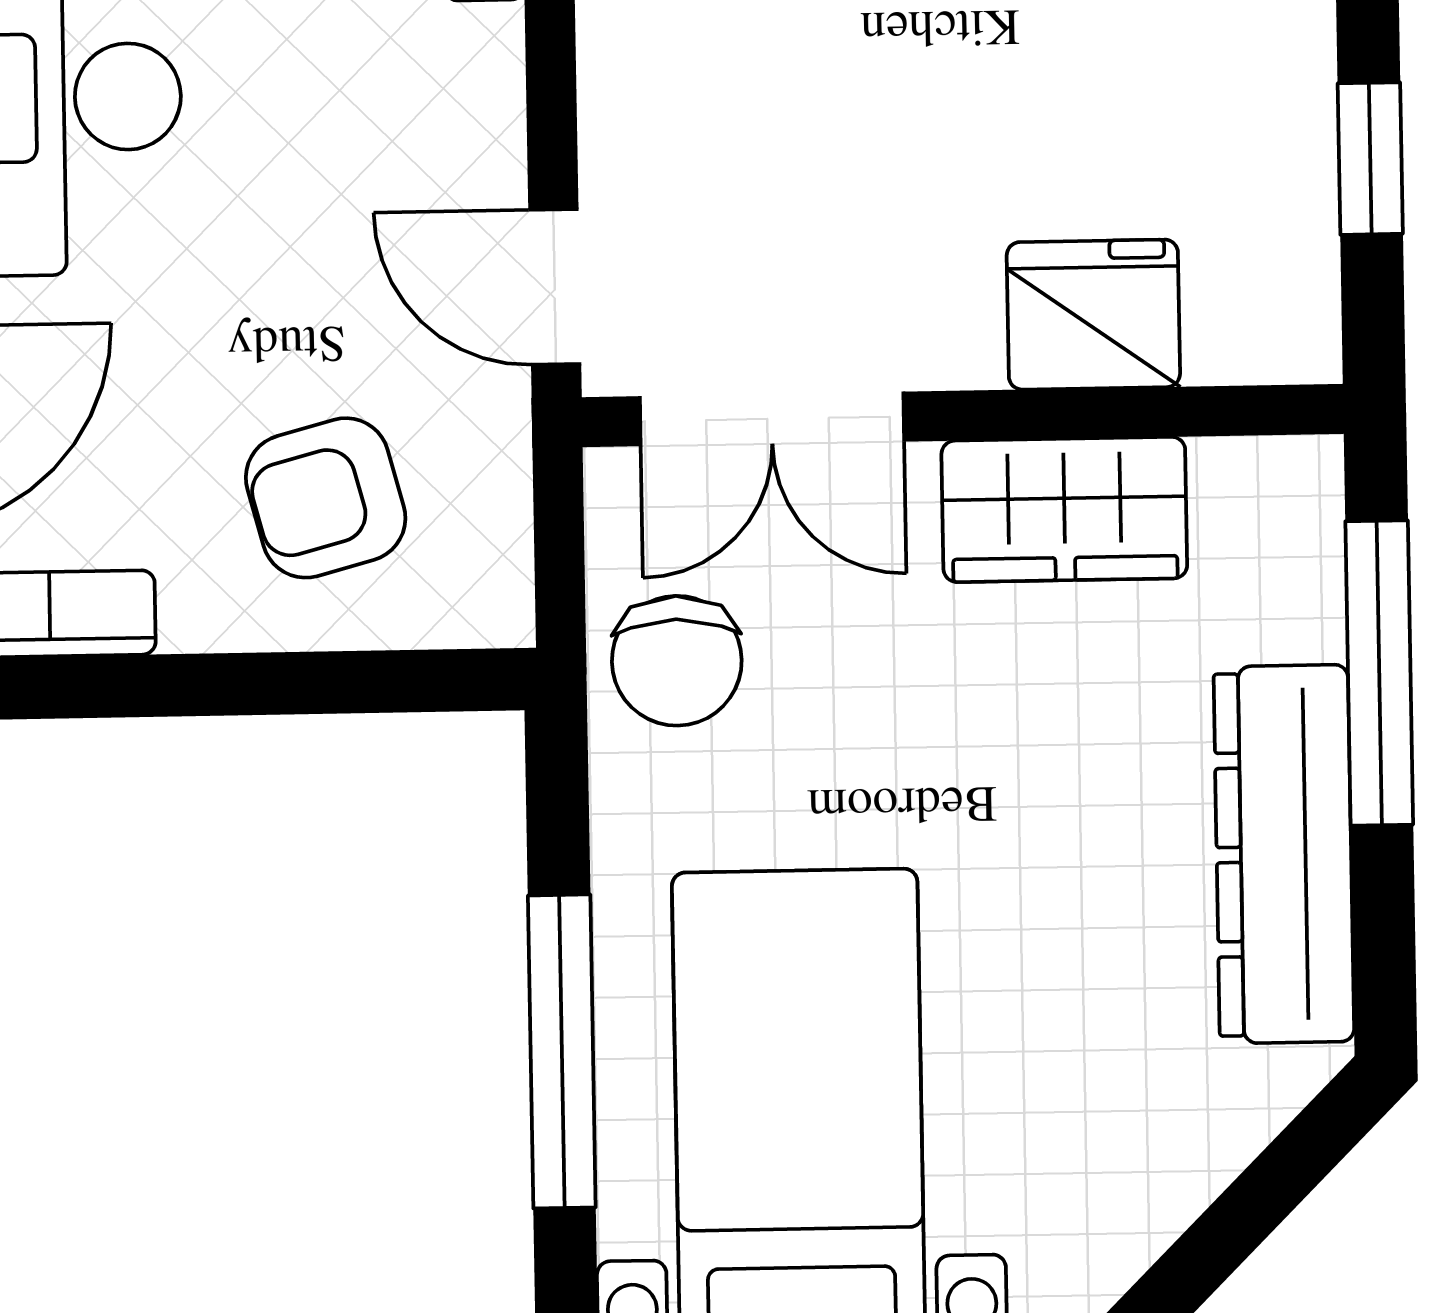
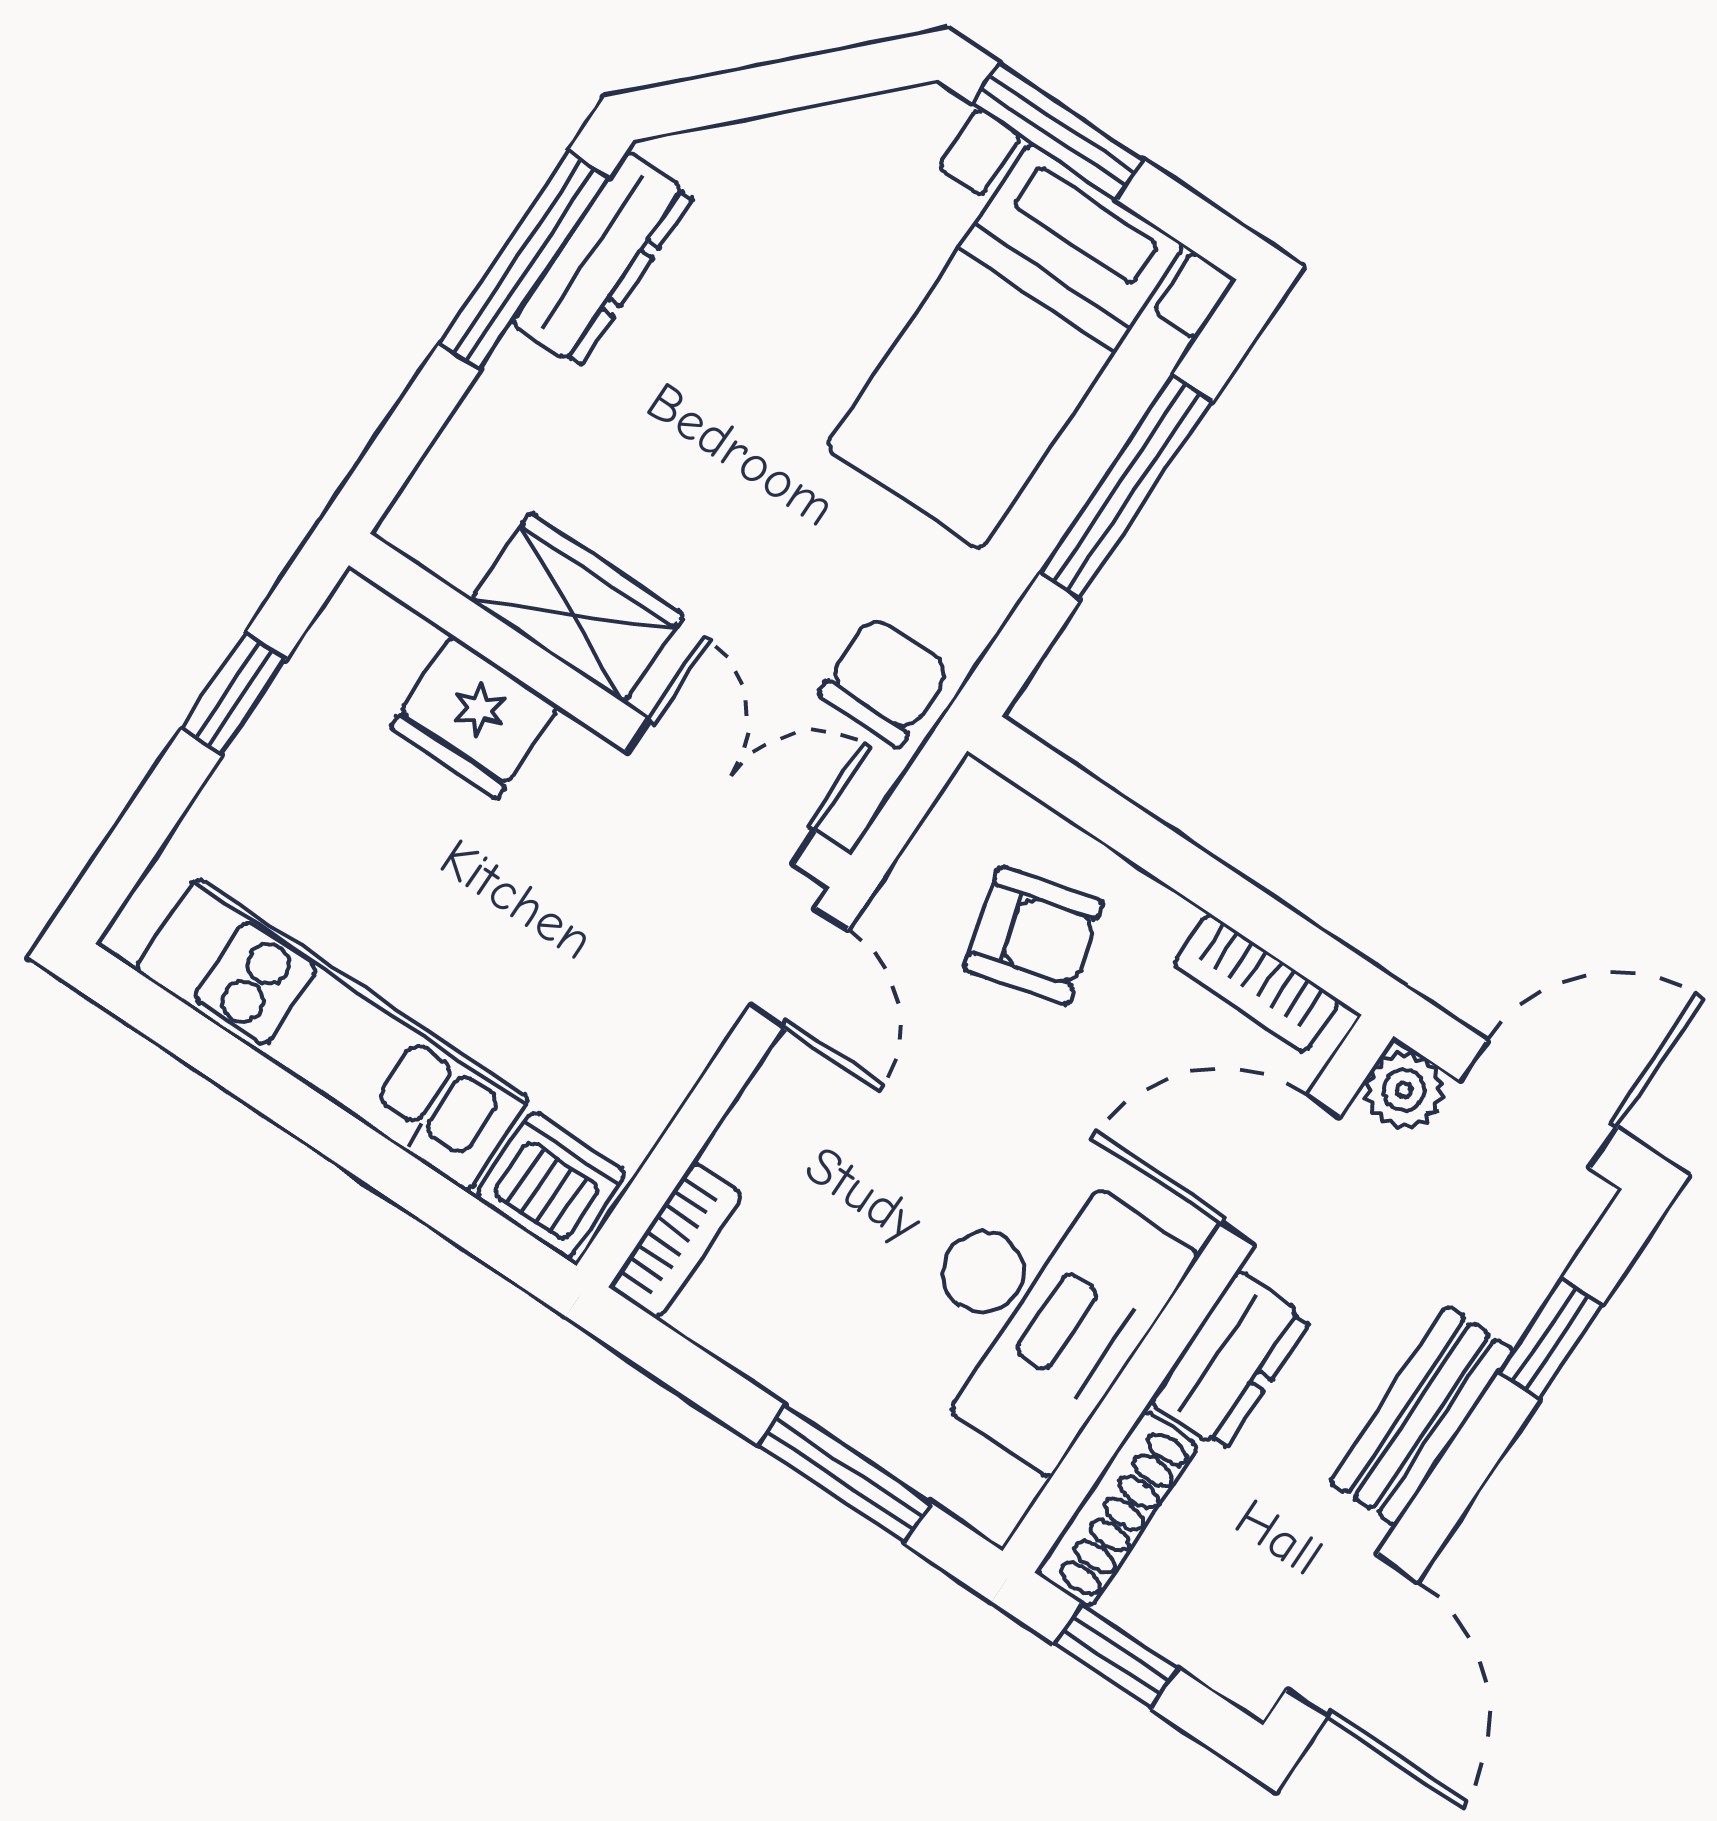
window: (1379, 673) -> (524, 261), moved
dresser: (1284, 854) -> (603, 259), width x0.73, depth x0.80

